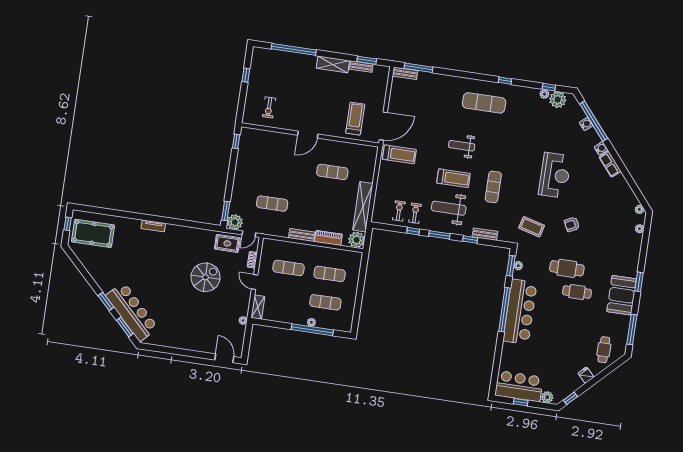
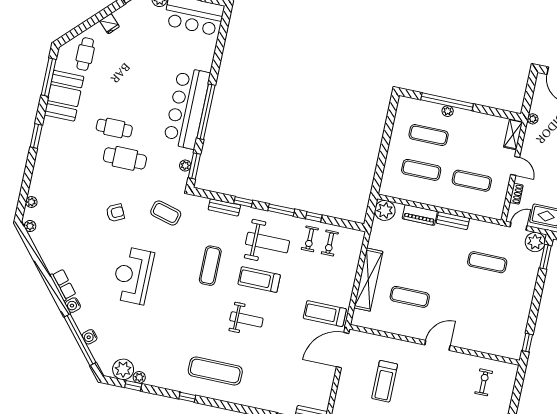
treadmill: (355, 119) -> (385, 381), moved
shelving: (363, 207) -> (368, 280), moved
booth: (622, 295) -> (64, 96), moved

